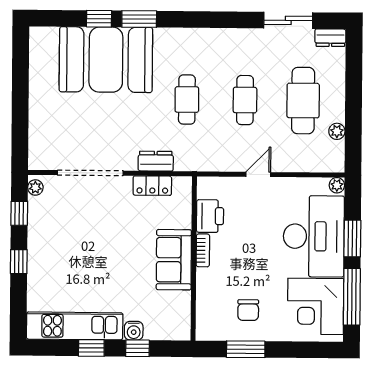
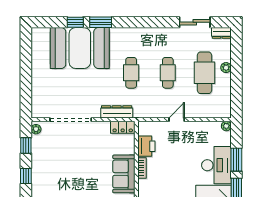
plant: (337, 131) -> (226, 68), moved
dresser: (156, 161) -> (117, 112), width x1.44
locker: (152, 186) -> (123, 127), moved
desk: (314, 236) -> (216, 165), width x0.73, depth x0.77

